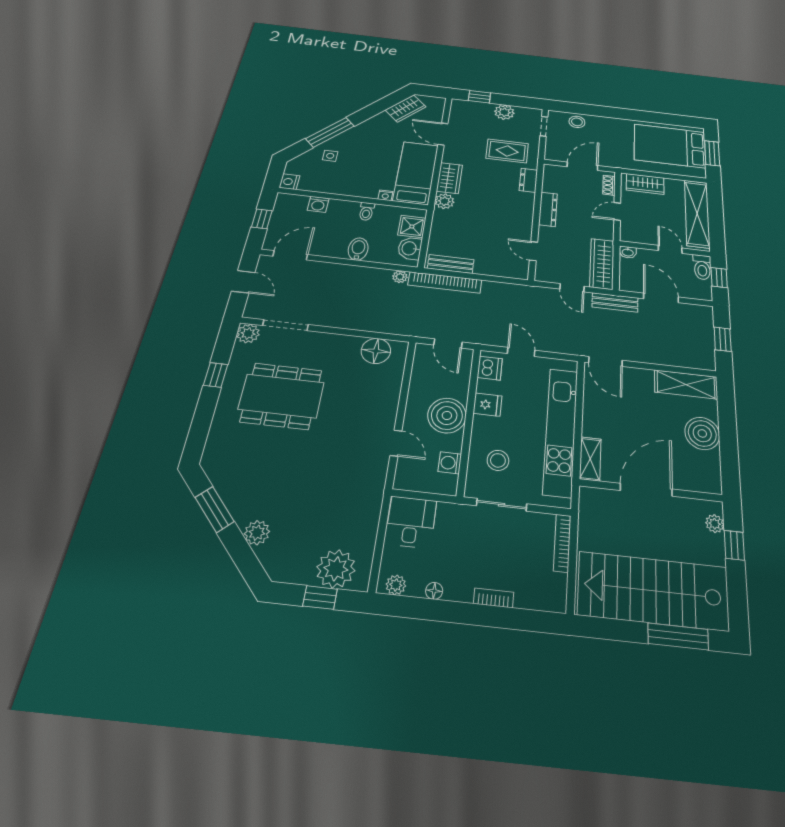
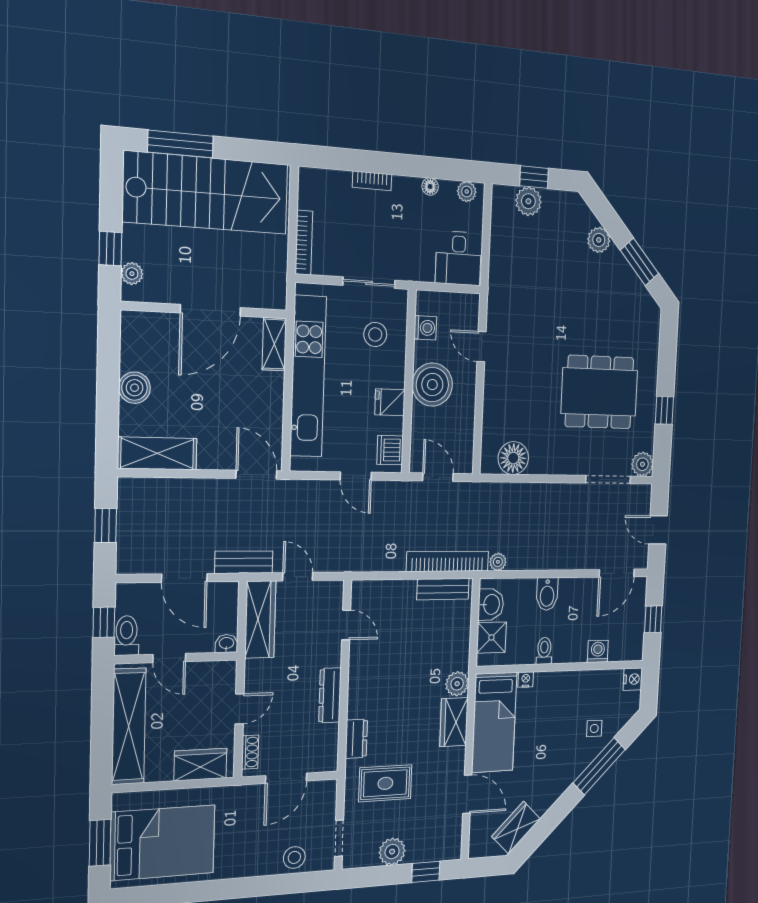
boiler: (702, 433) -> (135, 388), width x0.73, depth x0.73
plant: (336, 569) -> (528, 201), width x0.73, depth x0.73

